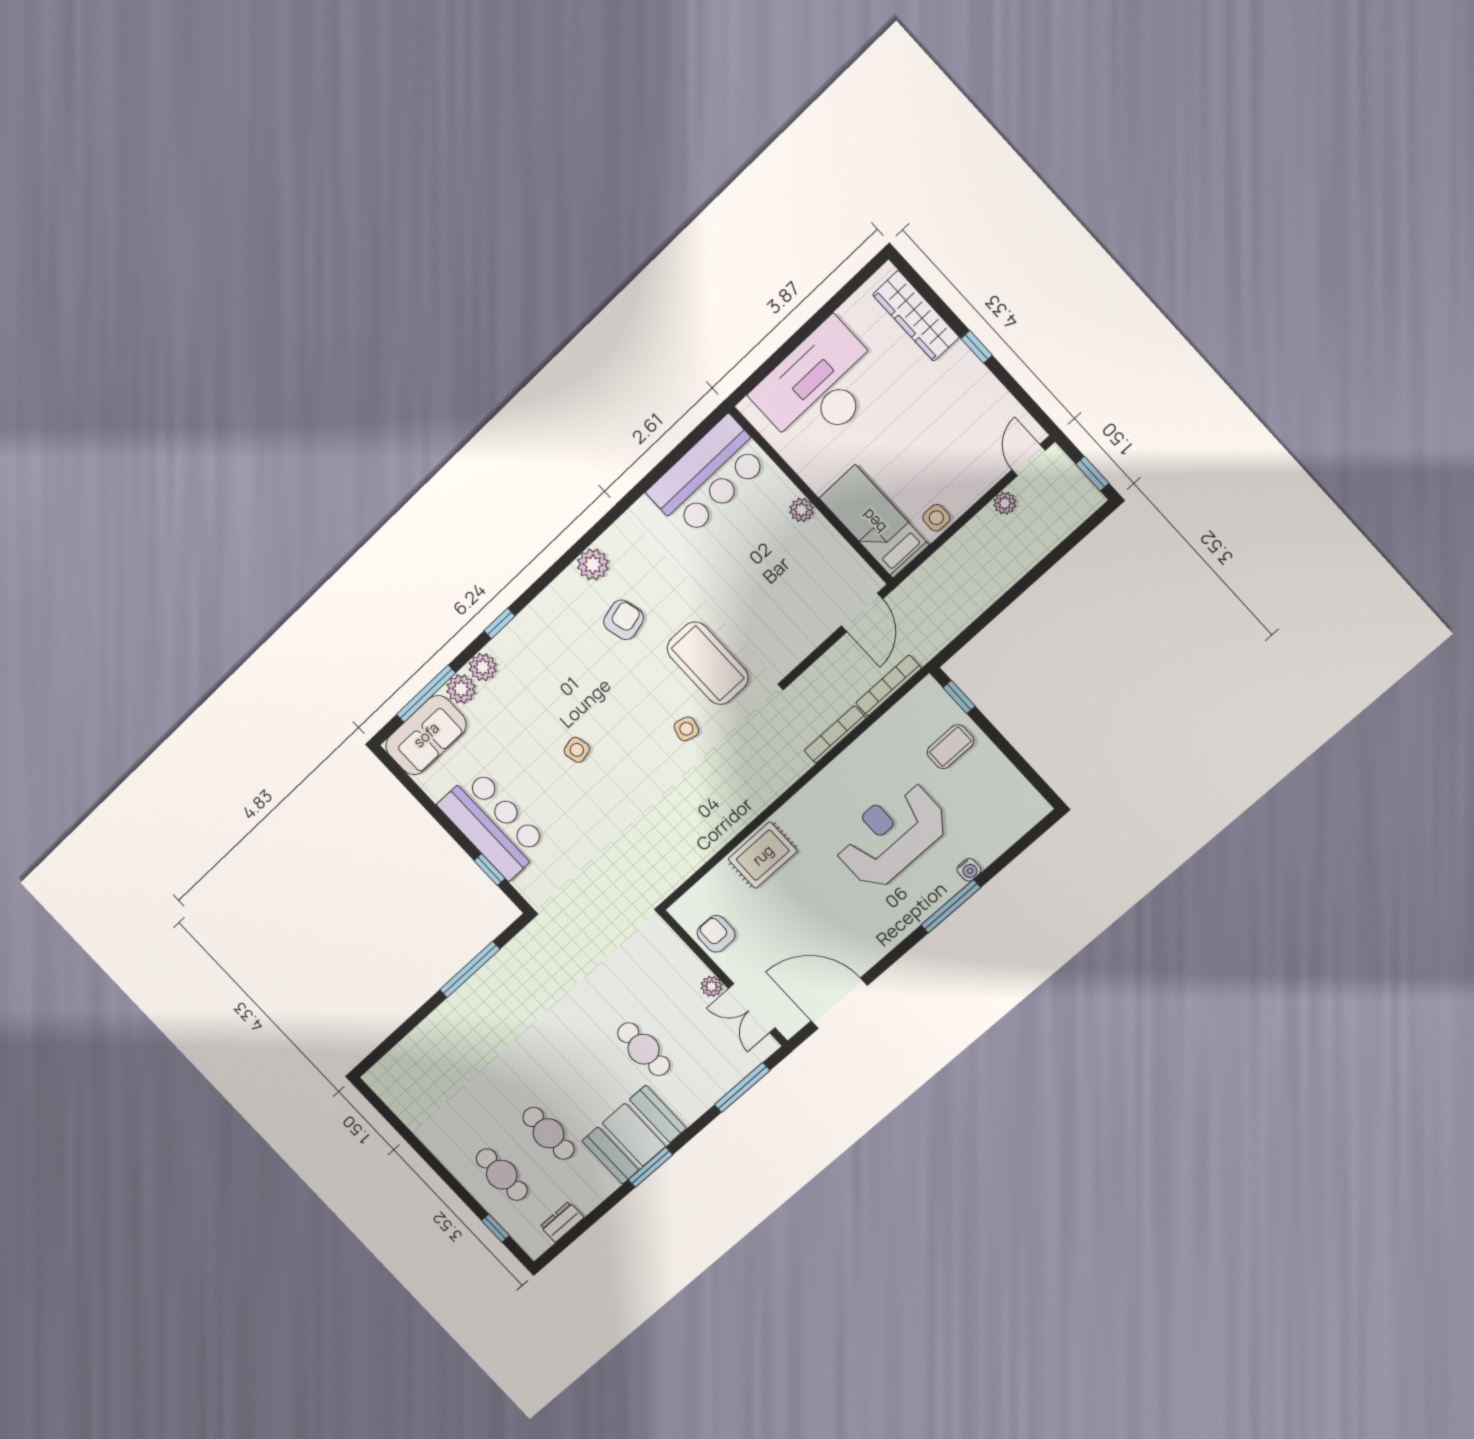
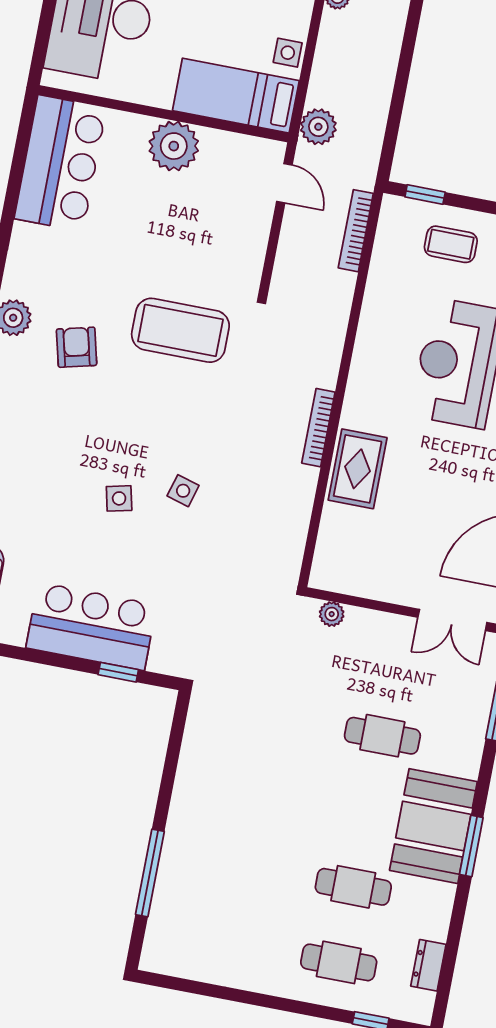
plant: (801, 510) -> (174, 146), width x1.87, depth x1.87
plant: (918, 589) -> (318, 127), added
door: (862, 612) -> (284, 183), width x0.73
side table: (686, 729) -> (183, 491), moved
bookcase: (835, 734) -> (318, 428), moved
coffee table: (950, 747) -> (451, 244), turned 90
armchair: (716, 934) -> (369, 574), removed
window: (470, 969) -> (150, 873), moved
plant: (711, 986) -> (332, 614), moved

